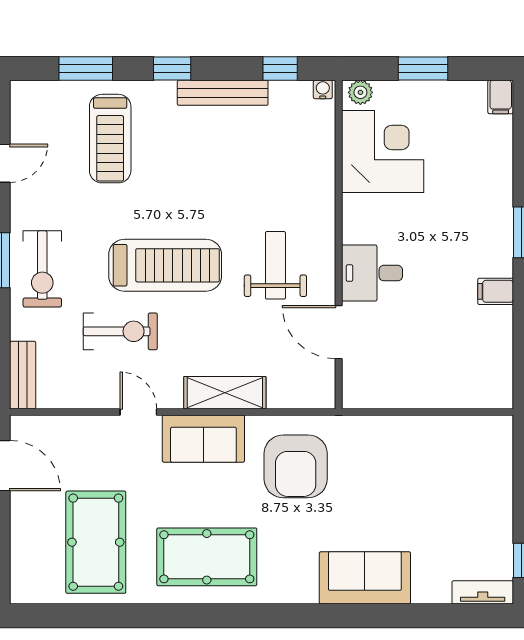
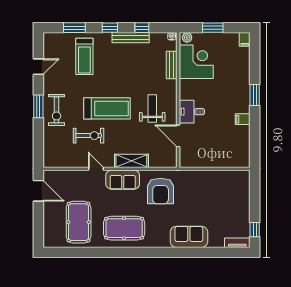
window: (280, 68) -> (142, 28), moved
bench: (23, 375) -> (172, 65), moved

